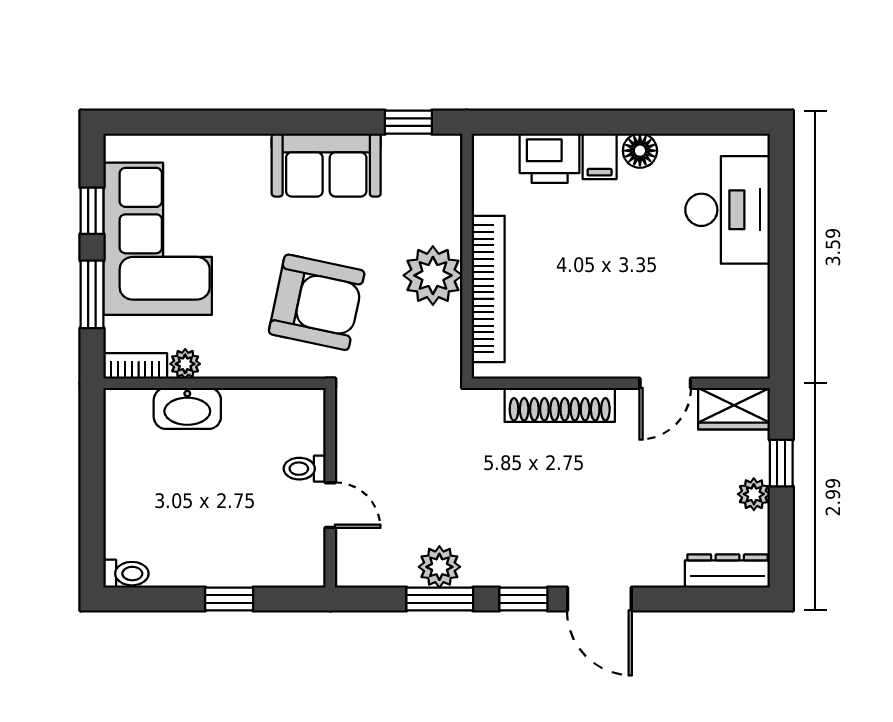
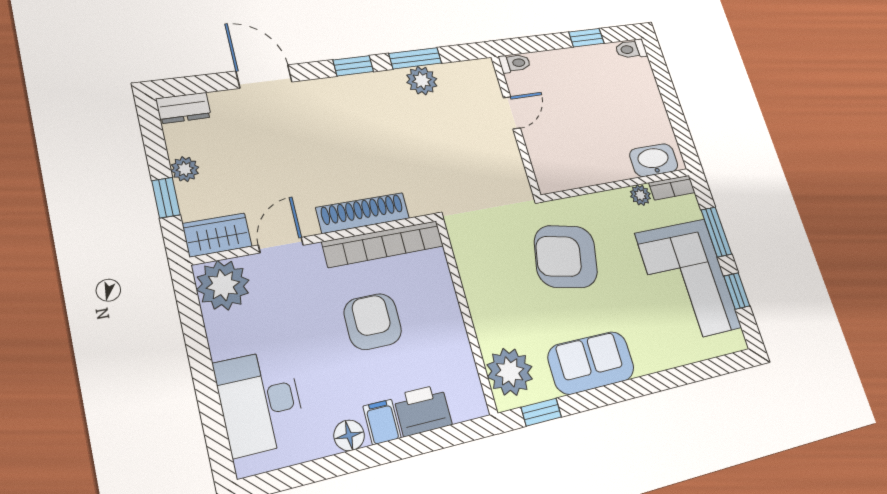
armchair: (581, 272) -> (373, 322), added
plant: (433, 275) -> (510, 372), moved
bookcase: (488, 289) -> (383, 244), moved, turned -90
plant: (740, 349) -> (223, 285), added
washbasin: (187, 408) -> (654, 160), moved
toilet: (305, 469) -> (515, 63), moved
door: (330, 505) -> (512, 113), swing flipped
dresser: (727, 571) -> (184, 108), width x0.70
window: (229, 599) -> (586, 38), moved
door: (599, 599) -> (264, 76), moved

